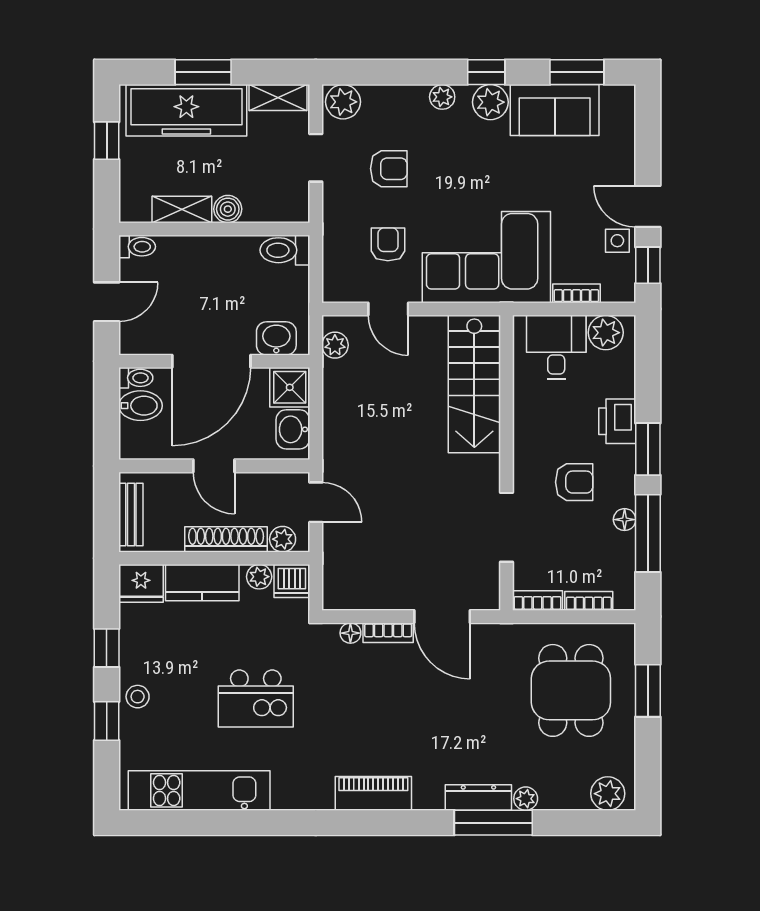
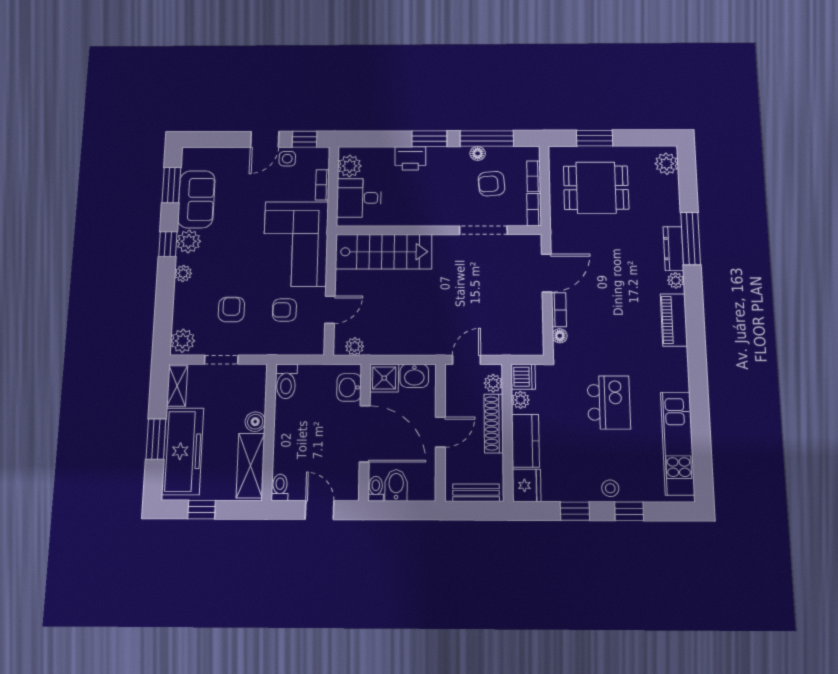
shelving: (182, 210) -> (250, 466), width x1.50, depth x1.33
armchair: (574, 482) -> (491, 184), moved, turned -95
plant: (526, 799) -> (676, 280), moved

